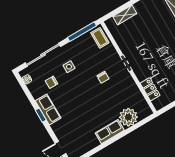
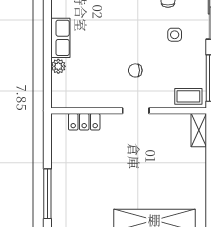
shelving: (125, 15) -> (199, 130), moved
plant: (128, 117) -> (58, 66), width x0.53, depth x0.53

